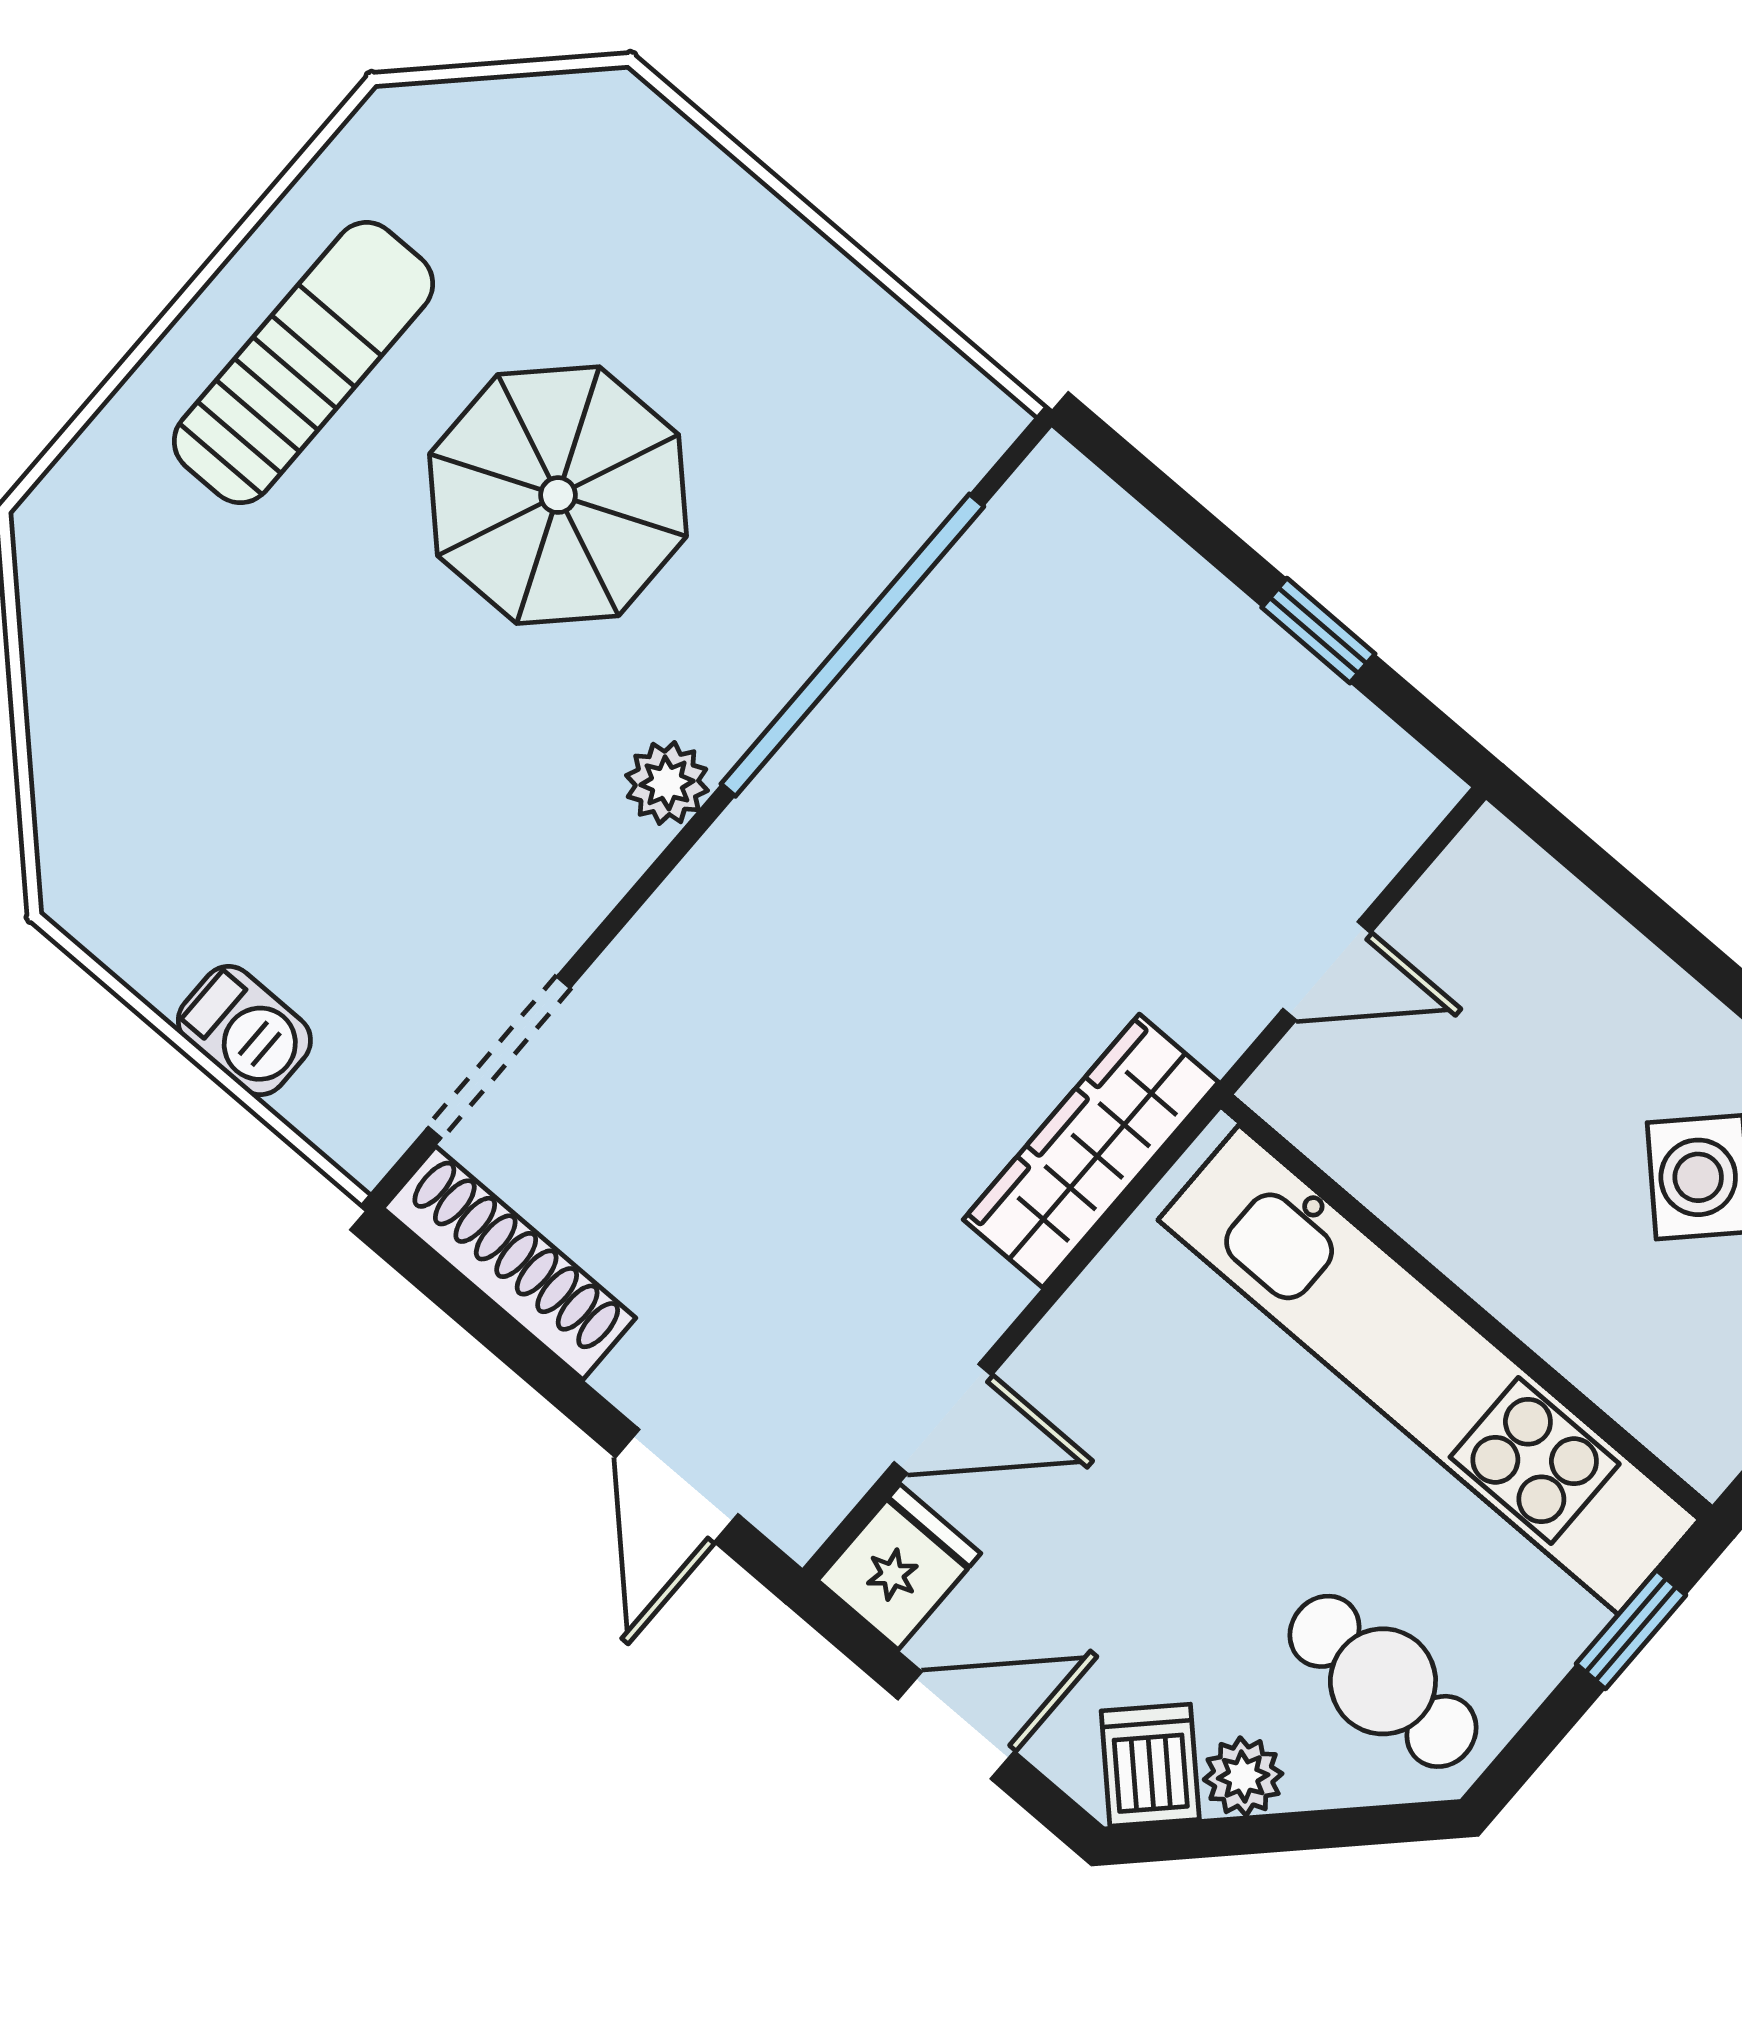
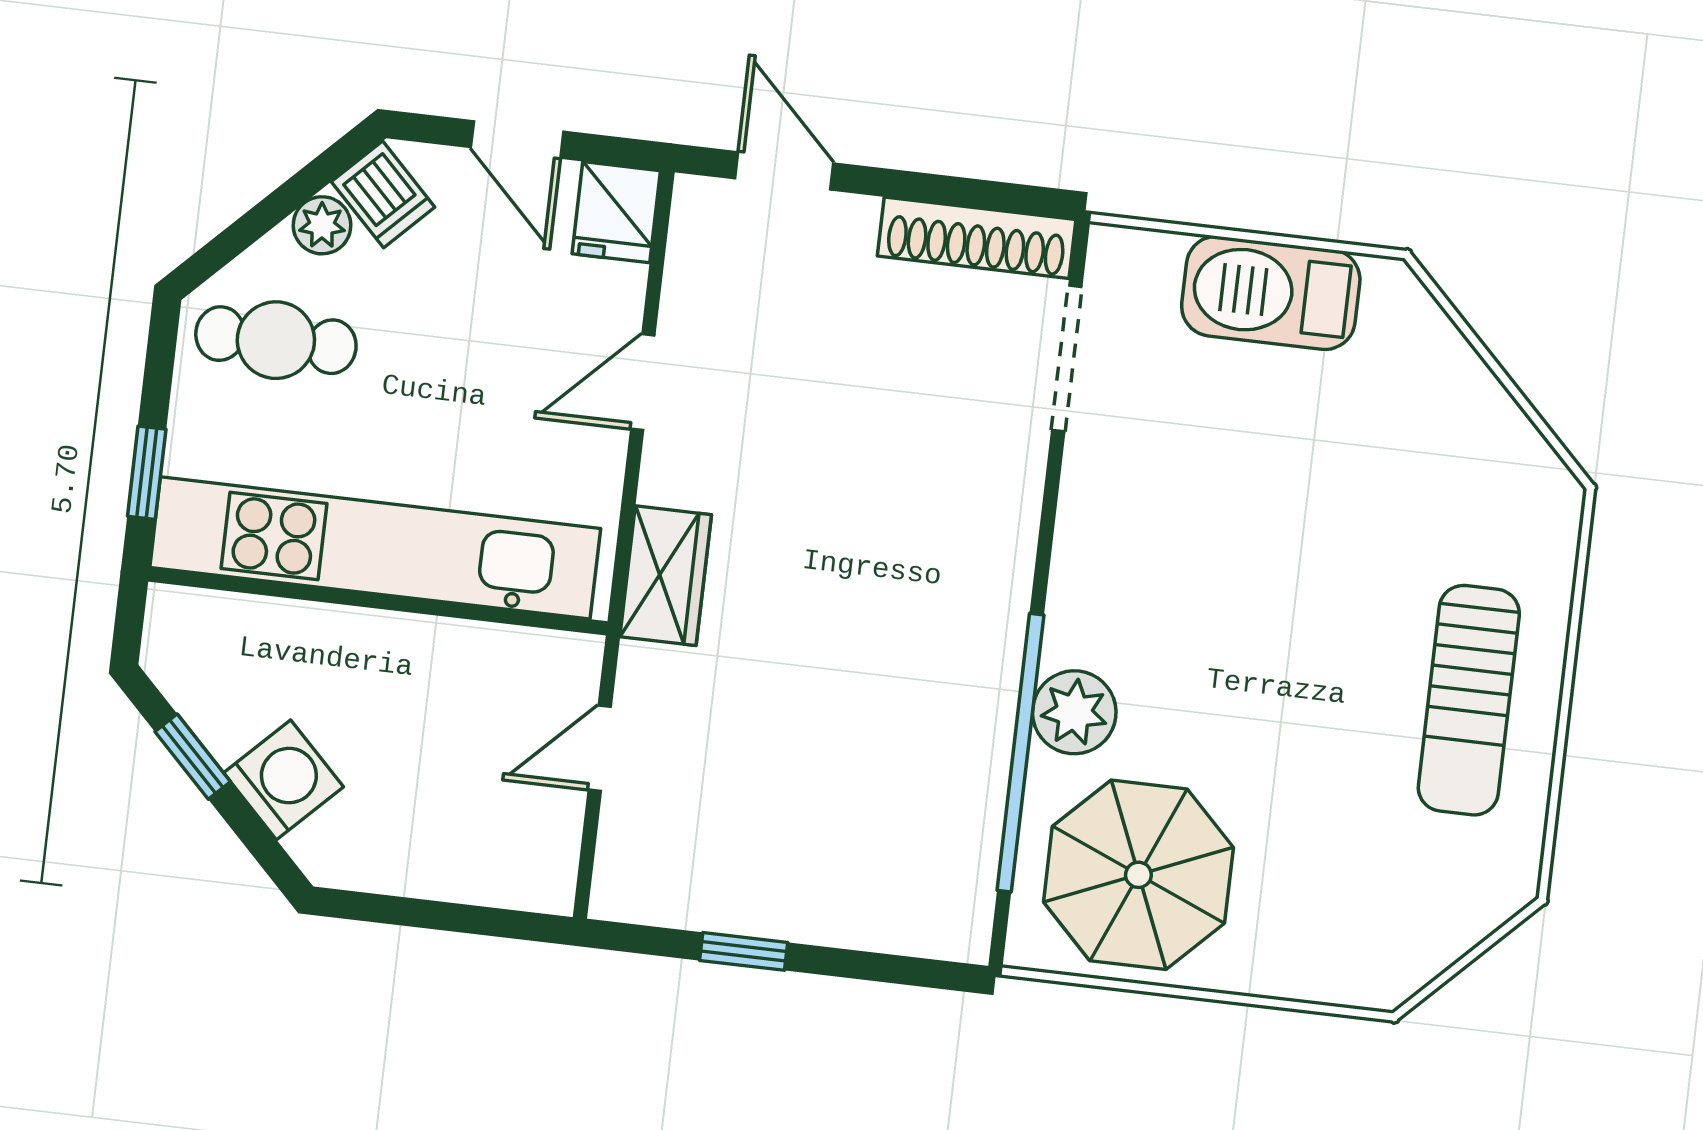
parasol: (558, 495) -> (1138, 875), moved
plant: (667, 783) -> (1074, 712), moved, width x1.38, depth x1.38
barbecue: (244, 1031) -> (1271, 293), width x1.88, depth x1.53
wardrobe: (1091, 1151) -> (666, 576), width x0.67
door: (943, 1419) -> (643, 382), moved
door: (956, 1725) -> (517, 139), hinge flipped

